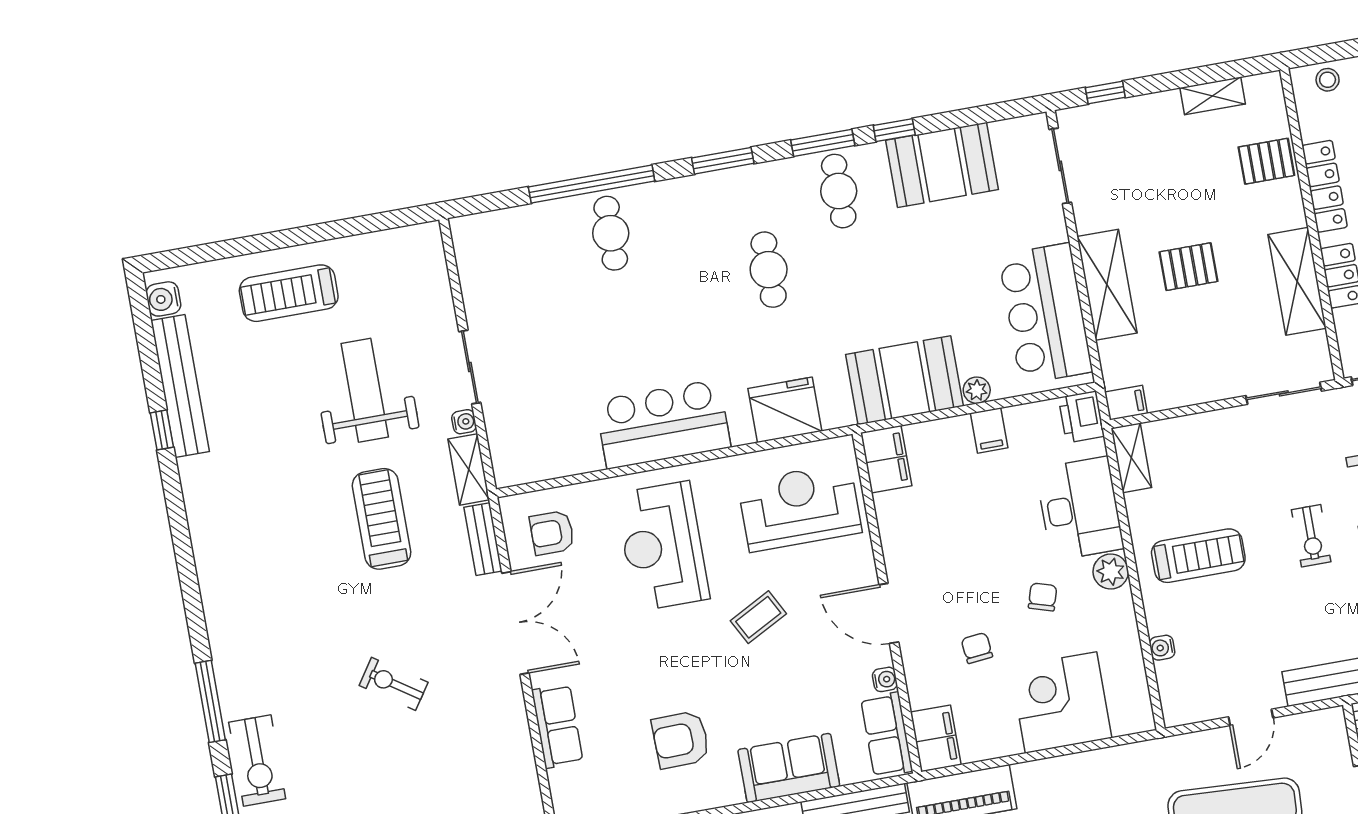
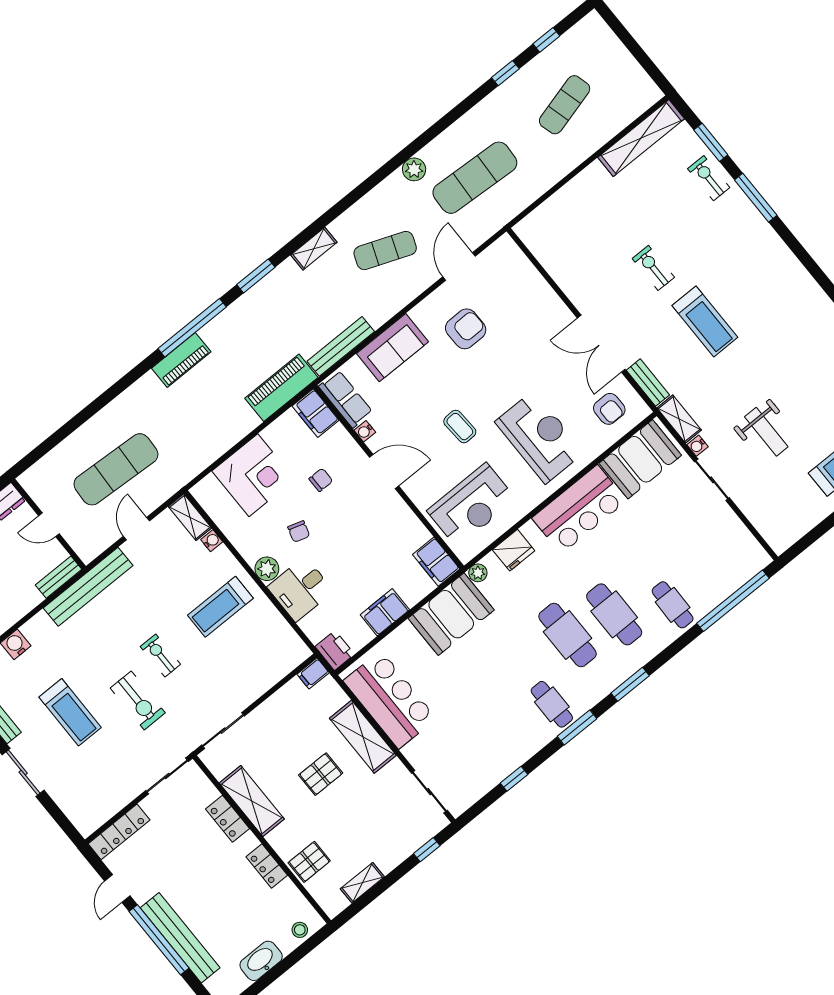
window: (894, 130) -> (514, 779), moved
booth: (942, 165) -> (640, 459), moved
window: (592, 184) -> (733, 601), moved
locker: (1325, 186) -> (267, 866), width x0.66
cafe table: (693, 263) -> (614, 614), added
cafe table: (769, 270) -> (568, 635), width x1.37, depth x1.35
weight bench: (365, 390) -> (766, 432), width x0.73, depth x0.75
plant: (977, 390) -> (478, 573), moved
fridge: (785, 410) -> (514, 550), width x0.73, depth x0.75
filing cabinet: (989, 430) -> (385, 612), width x2.00
shelving: (1131, 458) -> (190, 517), moved
desk: (1080, 509) -> (300, 589), width x0.73
treadmill: (382, 519) -> (705, 321), moved
armchair: (552, 533) -> (609, 409), turned 90
coffee table: (758, 617) -> (460, 427), turned -65
chair: (977, 648) -> (321, 480), turned -84
exercise bike: (394, 684) -> (653, 268), turned -124
row of seats: (557, 726) -> (543, 297), removed
exercise bike: (257, 761) -> (709, 178), width x0.73, depth x0.72

